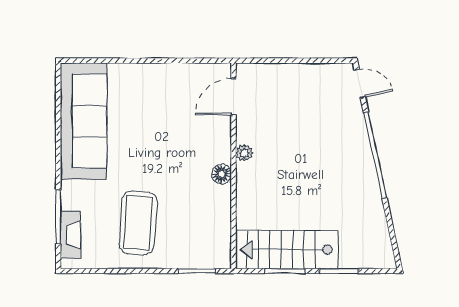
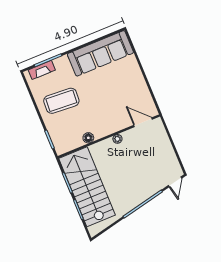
floor lamp: (222, 174) -> (88, 138), moved
stairs: (287, 250) -> (87, 187), width x1.36, depth x1.51

